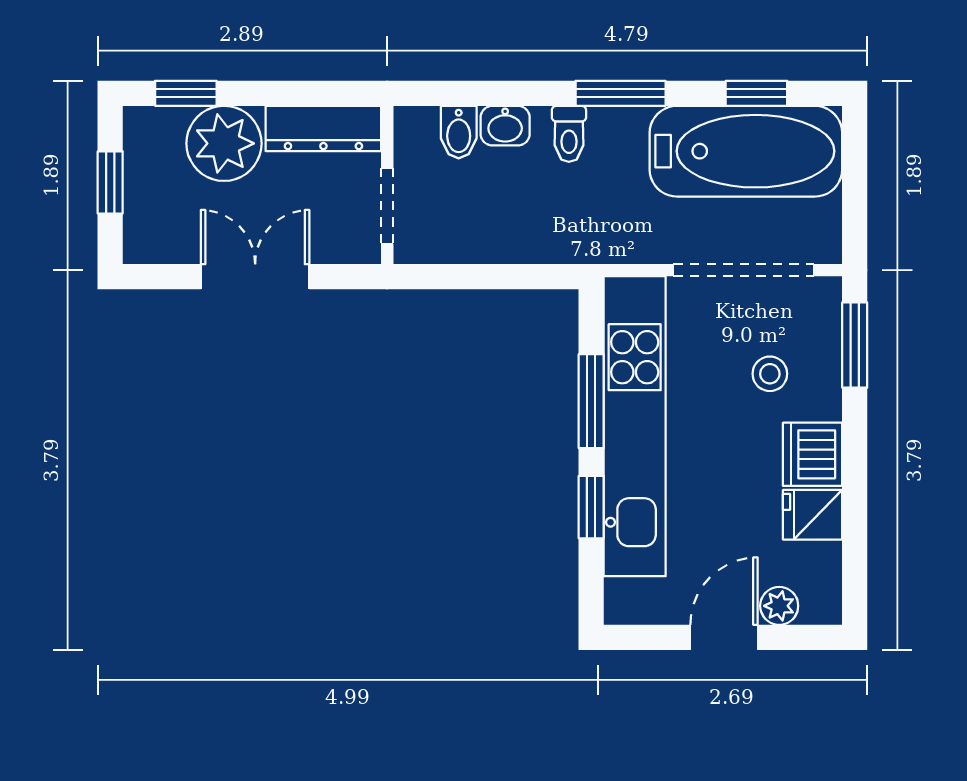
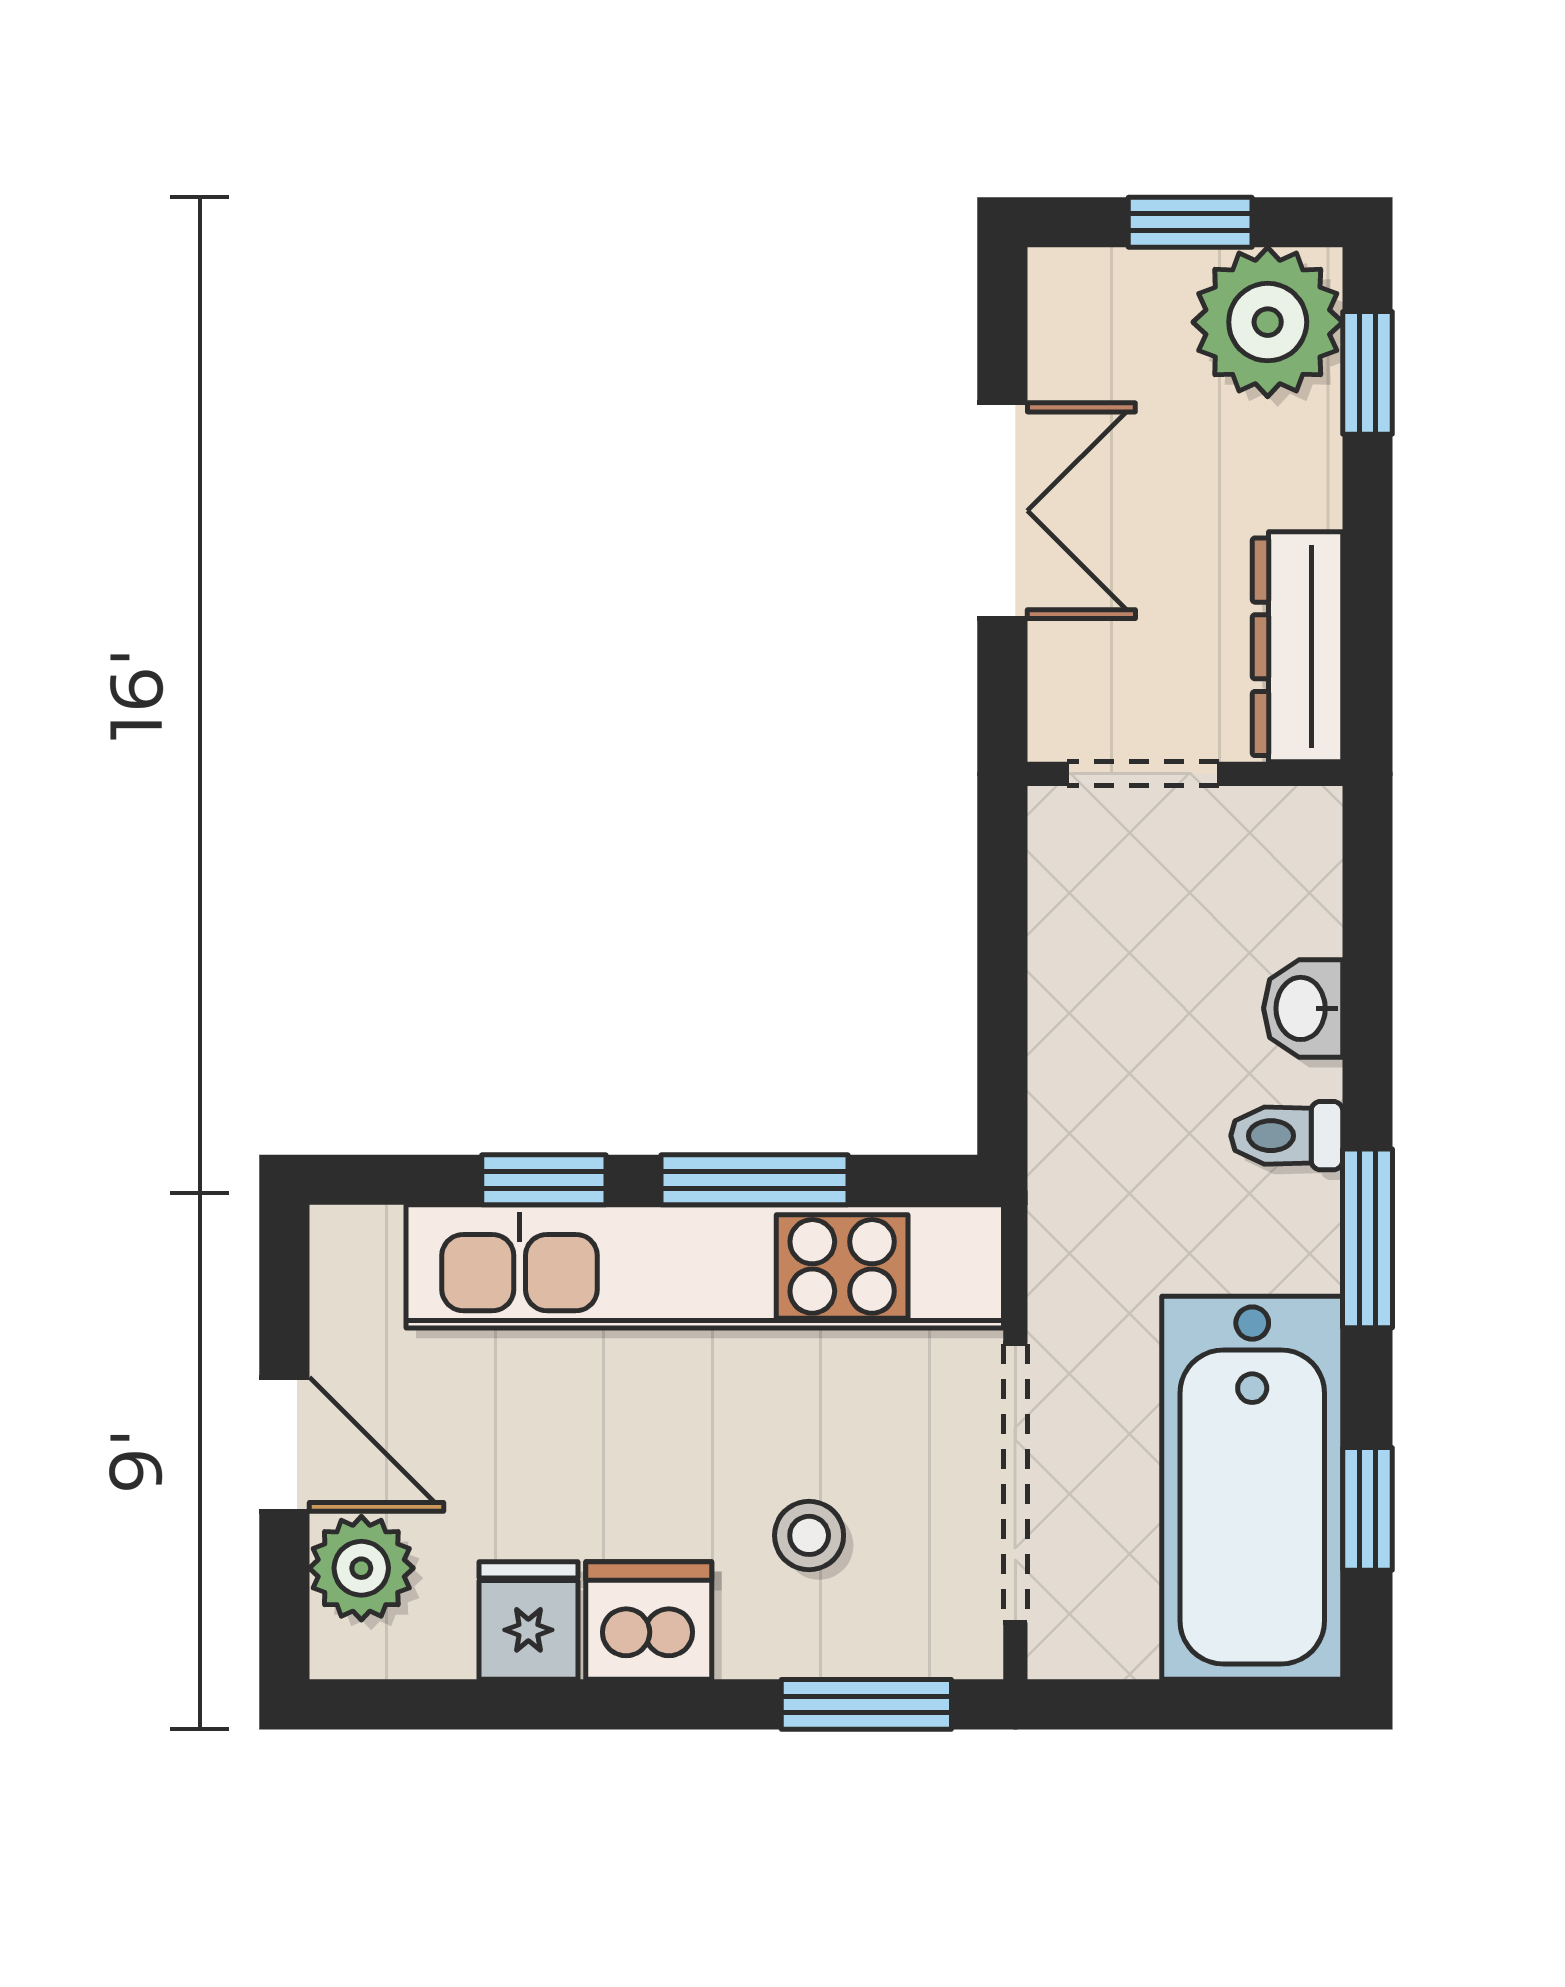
bidet: (459, 132) -> (1290, 916), removed
plant: (224, 143) -> (1268, 322), moved
plant: (779, 606) -> (361, 1568), width x1.38, depth x1.38

